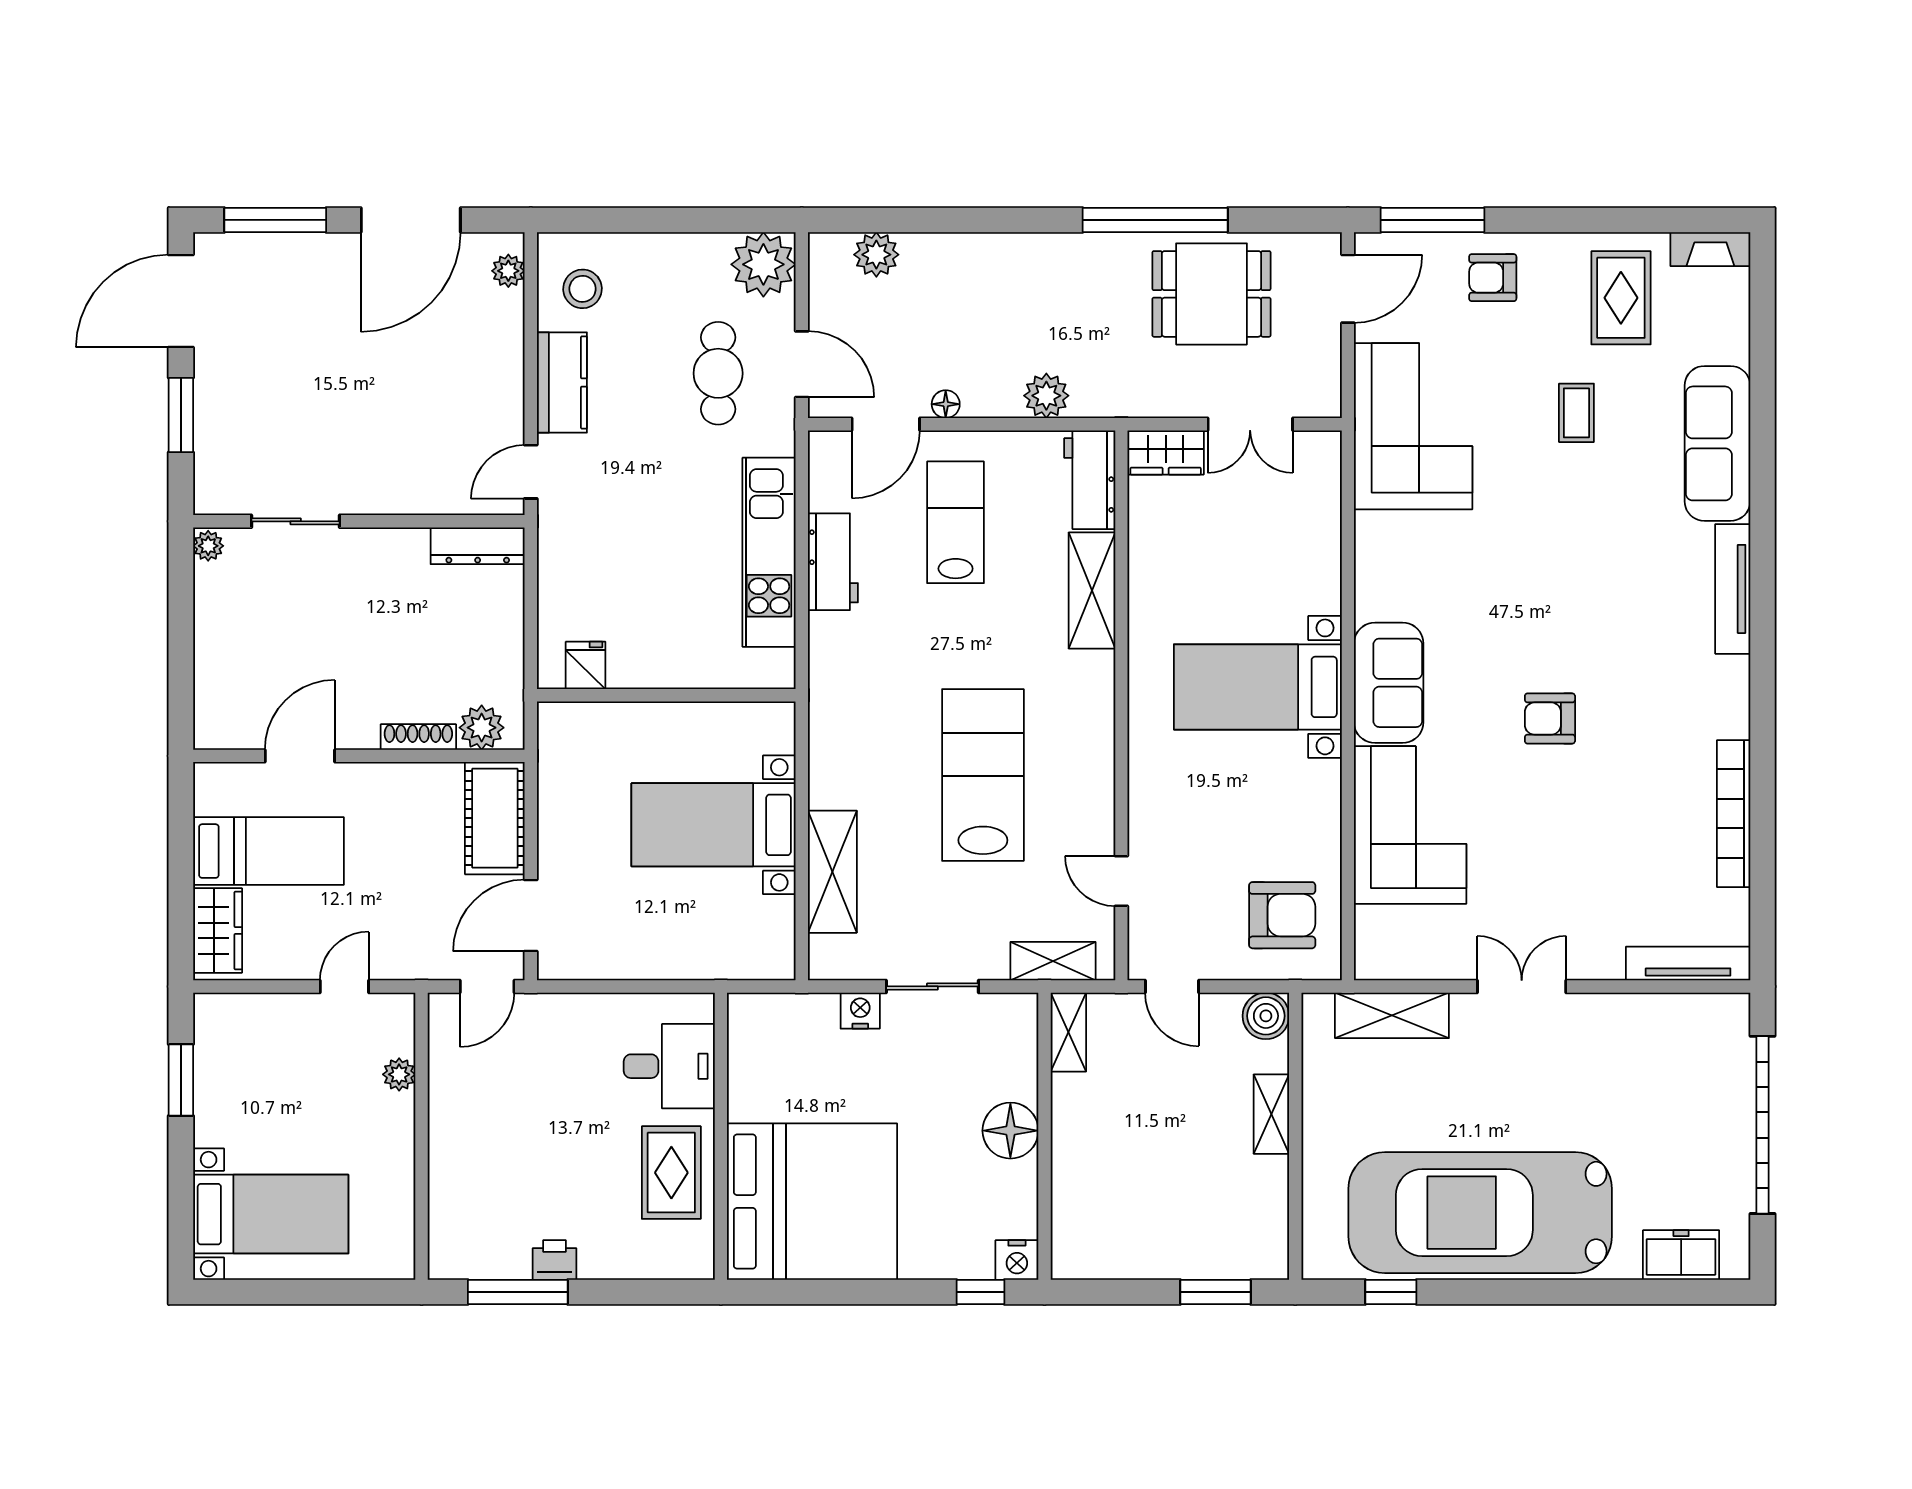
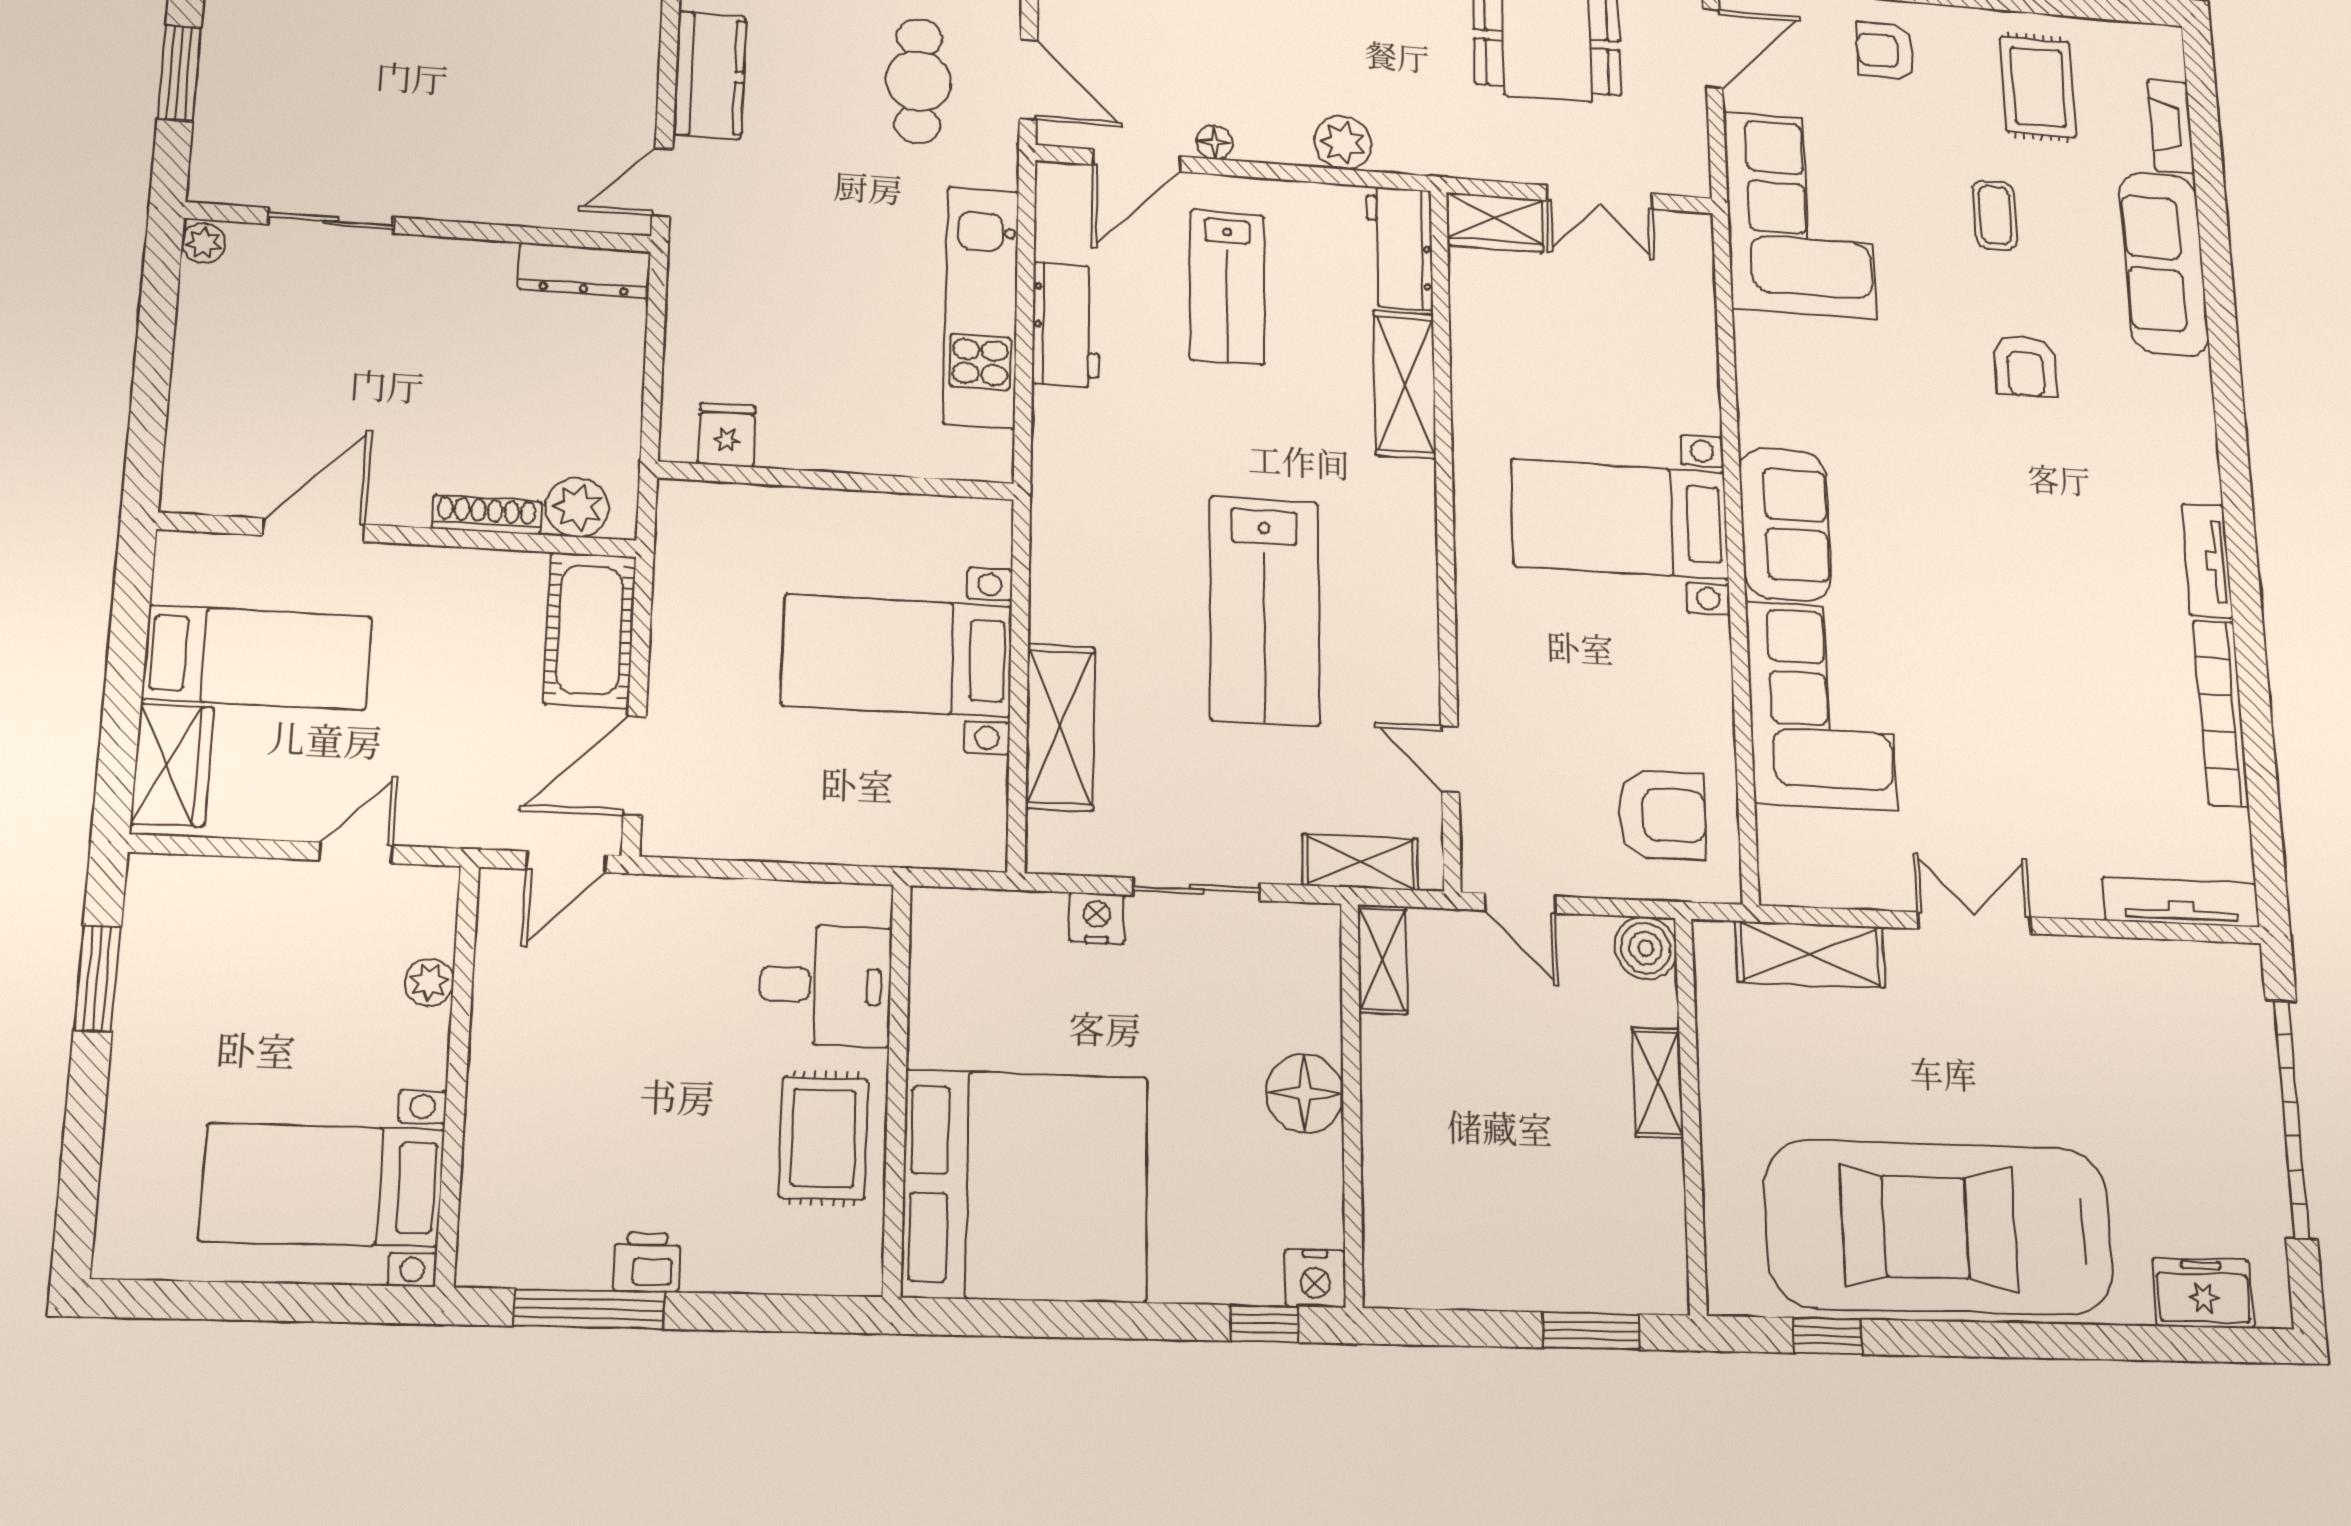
fireplace: (1710, 249) -> (2171, 127), moved, turned 90
lab bench: (956, 522) -> (1227, 287), turned 180
tv unit: (1733, 589) -> (2207, 561), moved, width x0.71
armchair: (1550, 719) -> (2025, 366), moved, turned -90
lab bench: (983, 775) -> (1264, 610), turned 180
bed with nightstands: (271, 1214) -> (323, 1185), moved, turned 180

